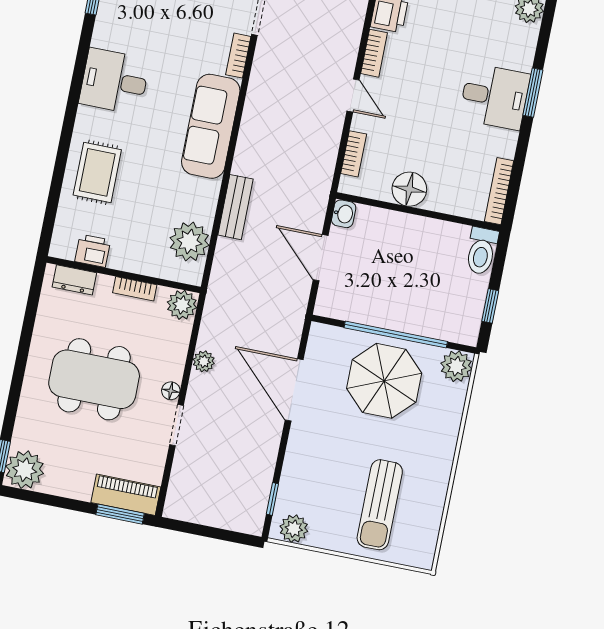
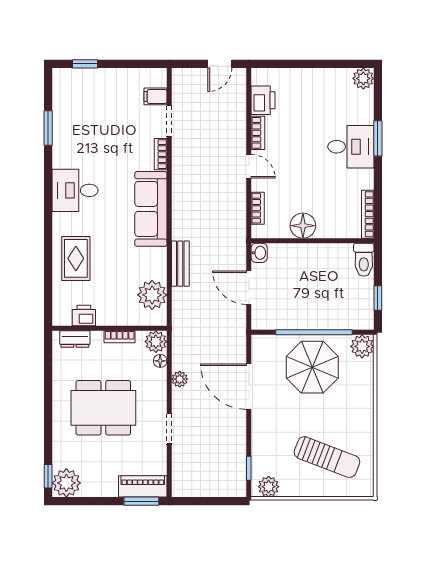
floor lamp: (171, 391) -> (160, 361), moved
sun lounger: (380, 505) -> (327, 457), turned -69

